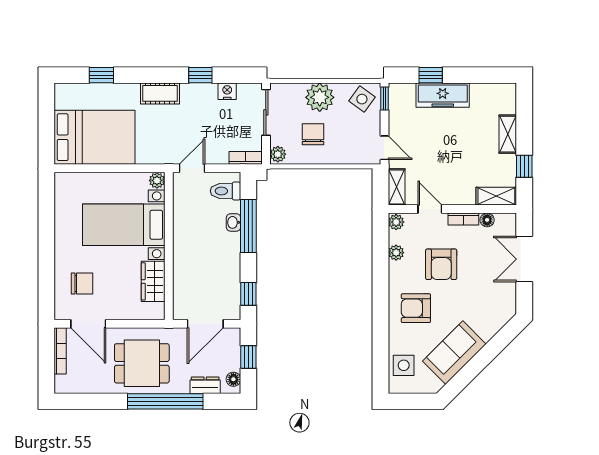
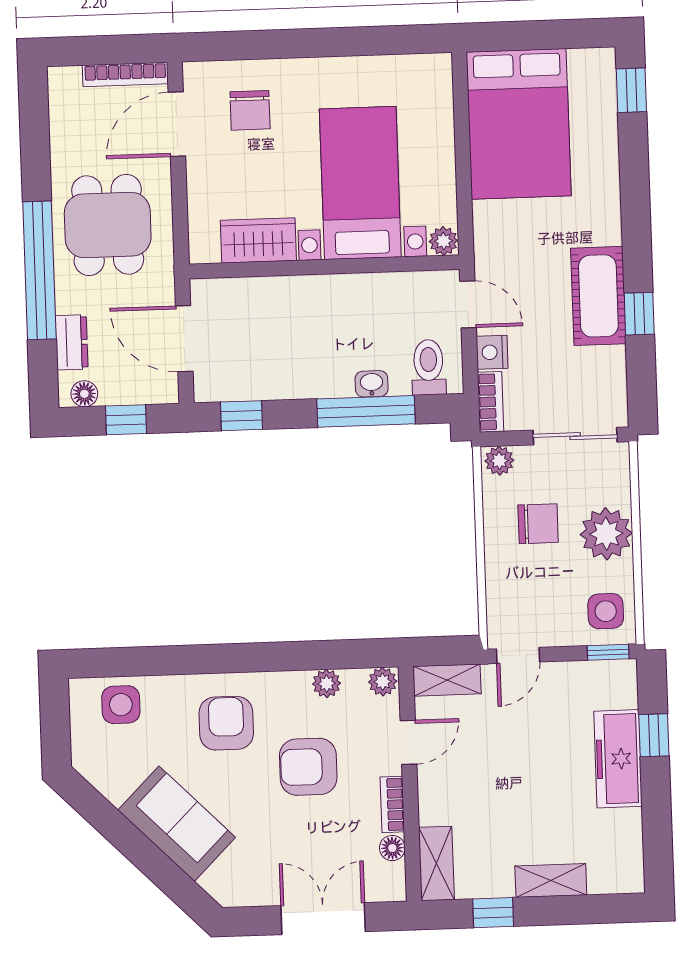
window: (101, 75) -> (631, 90), moved
nightstand: (227, 91) -> (492, 352), moved, turned 180
cot: (160, 93) -> (598, 296), moved, width x1.37, depth x1.34
side table: (362, 99) -> (606, 611), turned -36
sofa: (454, 353) -> (177, 824), moved

